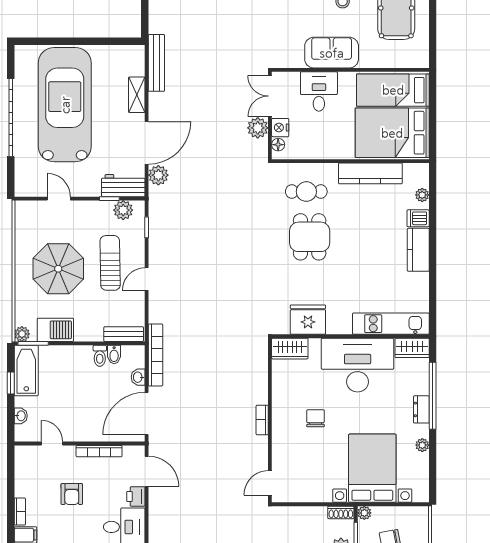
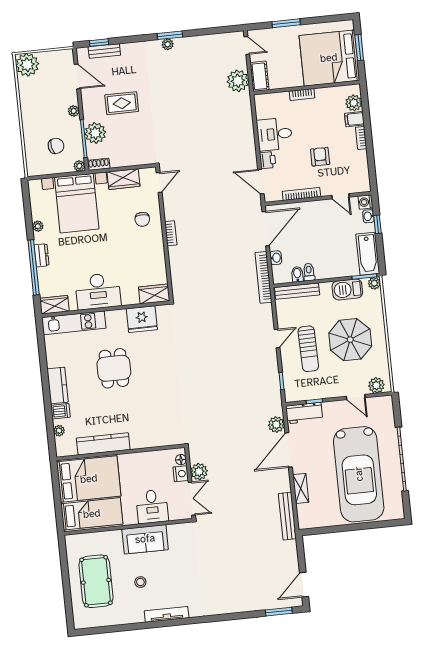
cafe table: (306, 192) -> (154, 424), removed
plant: (123, 210) -> (376, 385), moved
dining table: (310, 237) -> (114, 368), moved
bench: (124, 334) -> (297, 291), width x1.36
desk: (358, 365) -> (98, 291), width x0.73, depth x0.77
window: (11, 383) -> (377, 224), moved
chair: (315, 418) -> (142, 219), moved
washing machine: (23, 433) -> (365, 202), added
wardrobe: (313, 492) -> (123, 179), added

